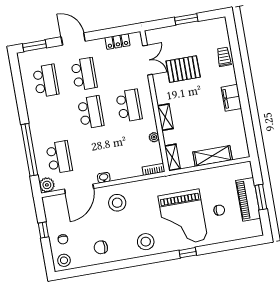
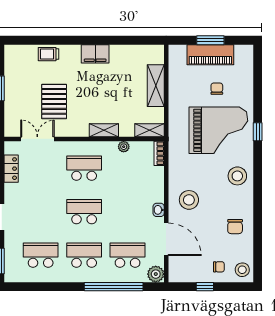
school desk: (84, 74) -> (84, 255), moved

